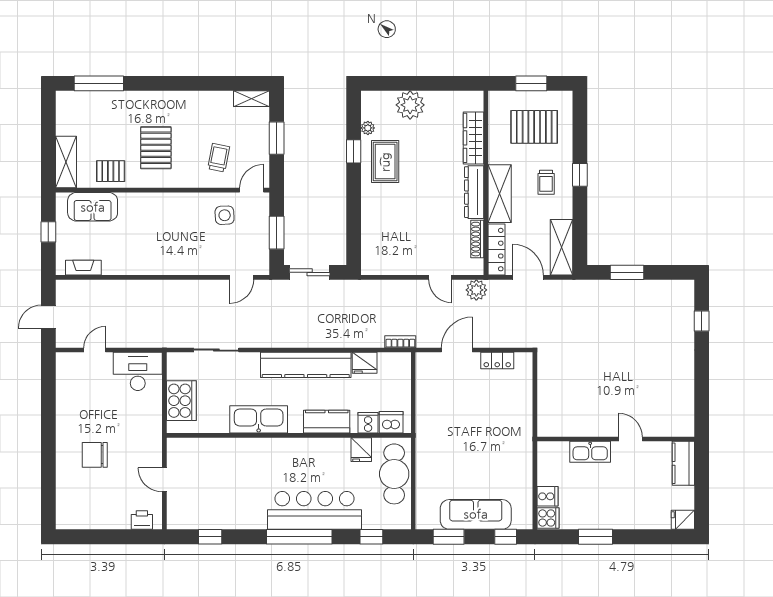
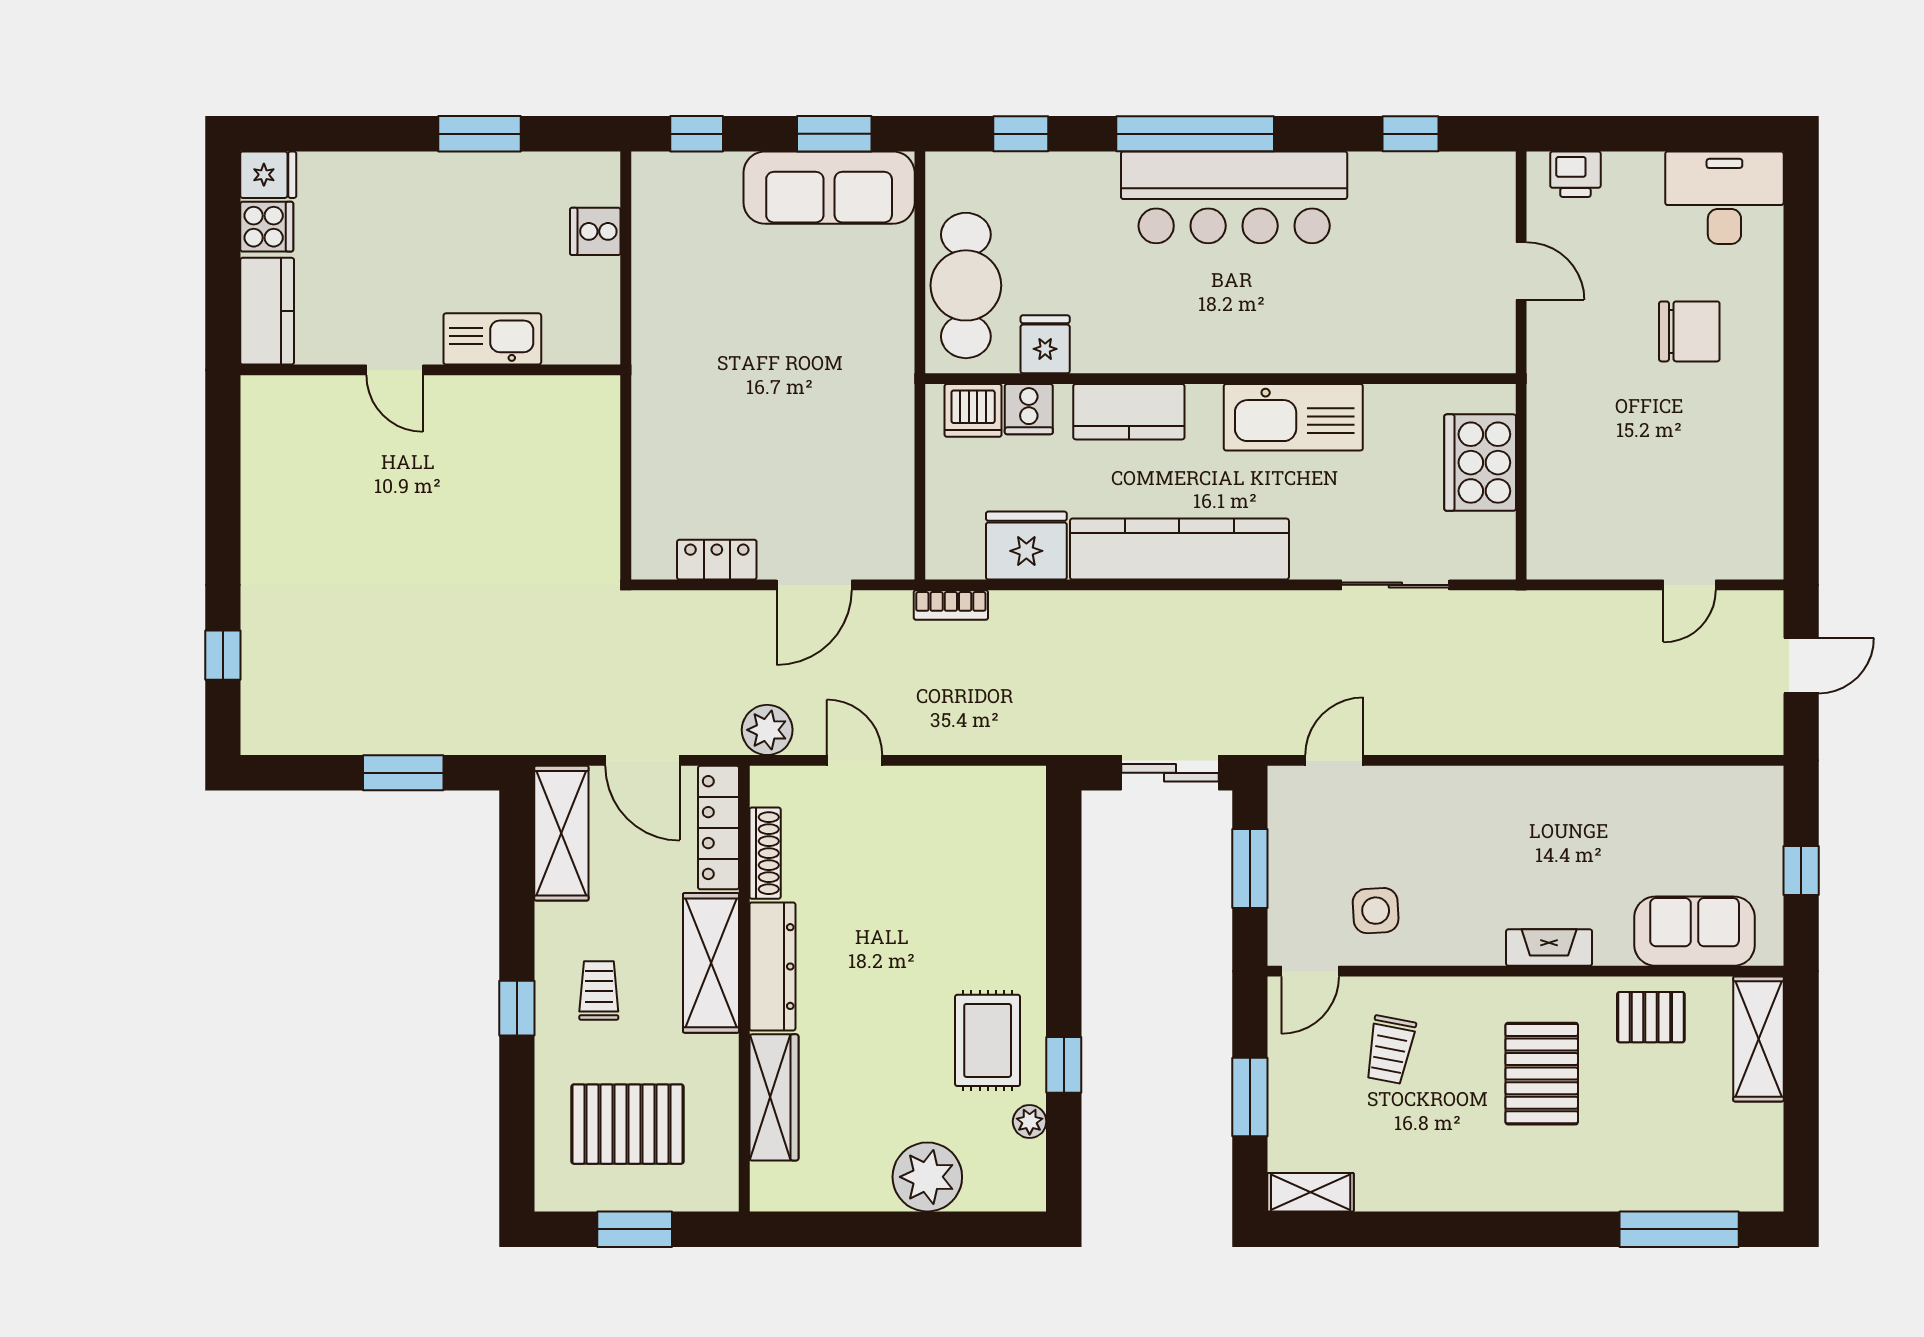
fireplace: (83, 268) -> (1549, 948), moved, turned 180
fridge: (365, 363) -> (1026, 546), width x1.36, depth x1.34
desk: (138, 371) -> (1724, 198), moved, turned 180
bar counter: (314, 510) -> (1234, 197), moved
sofa: (476, 514) -> (829, 188), moved
cooker: (548, 518) -> (267, 227), moved, turned 180

